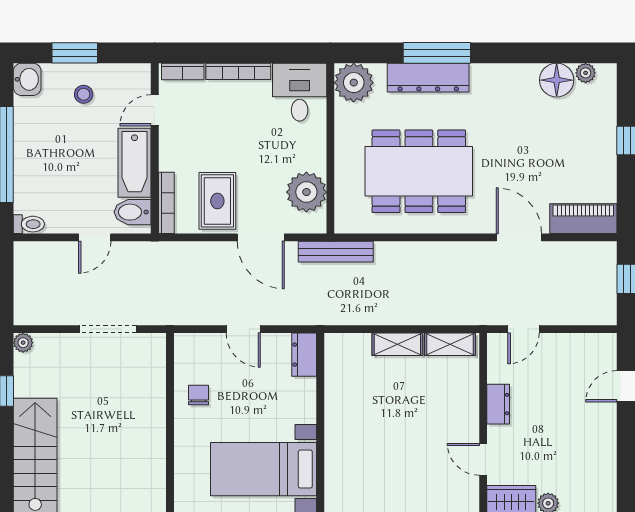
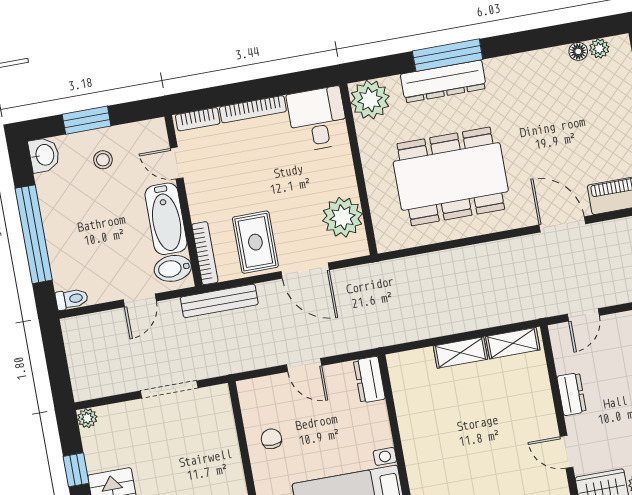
floor lamp: (557, 80) -> (578, 51), width x0.53, depth x0.53
door: (155, 110) -> (177, 163), hinge flipped
bench: (336, 252) -> (219, 301), moved

